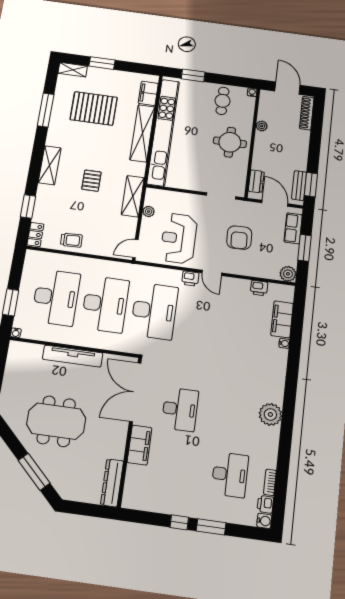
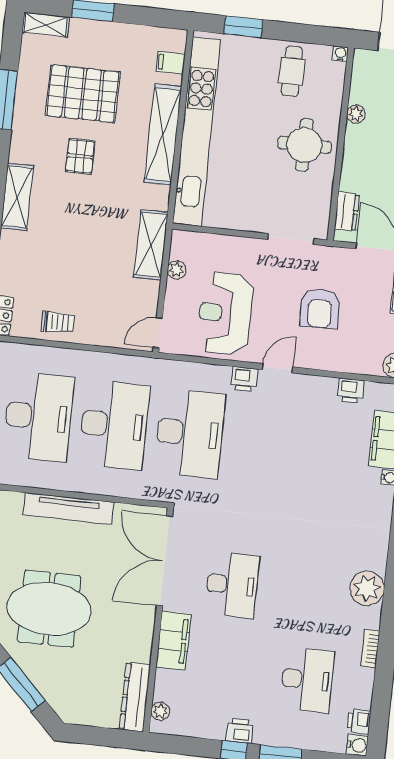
filing cabinet: (148, 93) -> (171, 63), width x0.50
pallet: (91, 181) -> (80, 156), moved
door: (212, 273) -> (277, 368), swing flipped
bookcase: (270, 482) -> (370, 648), moved
plant: (129, 493) -> (160, 711), added
printer: (183, 508) -> (240, 731), added

